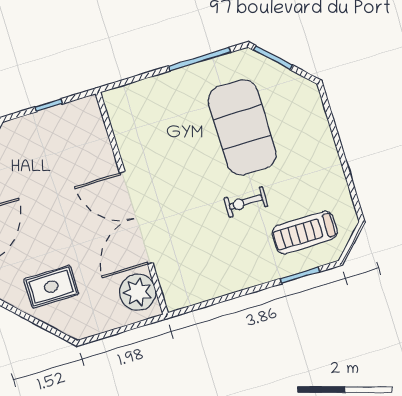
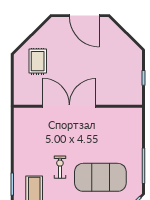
rug: (51, 287) -> (38, 61), moved
plant: (138, 292) -> (30, 95), removed

